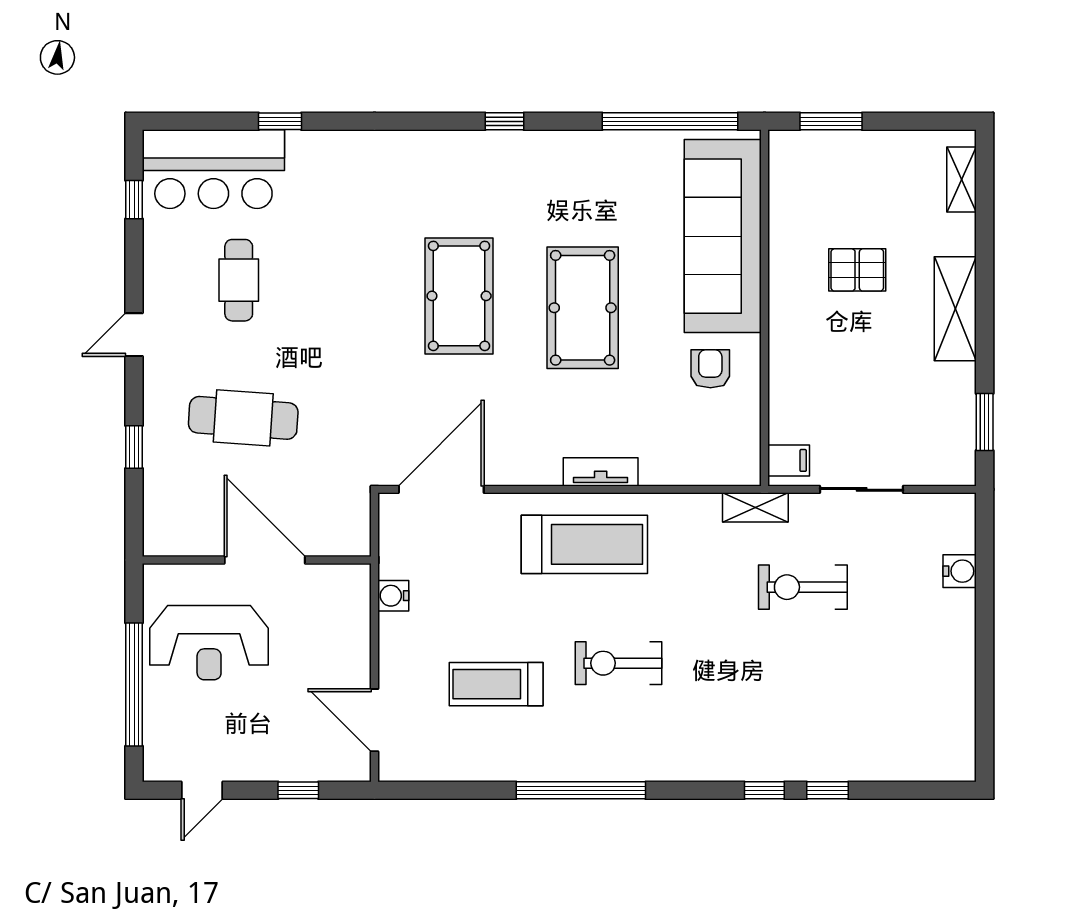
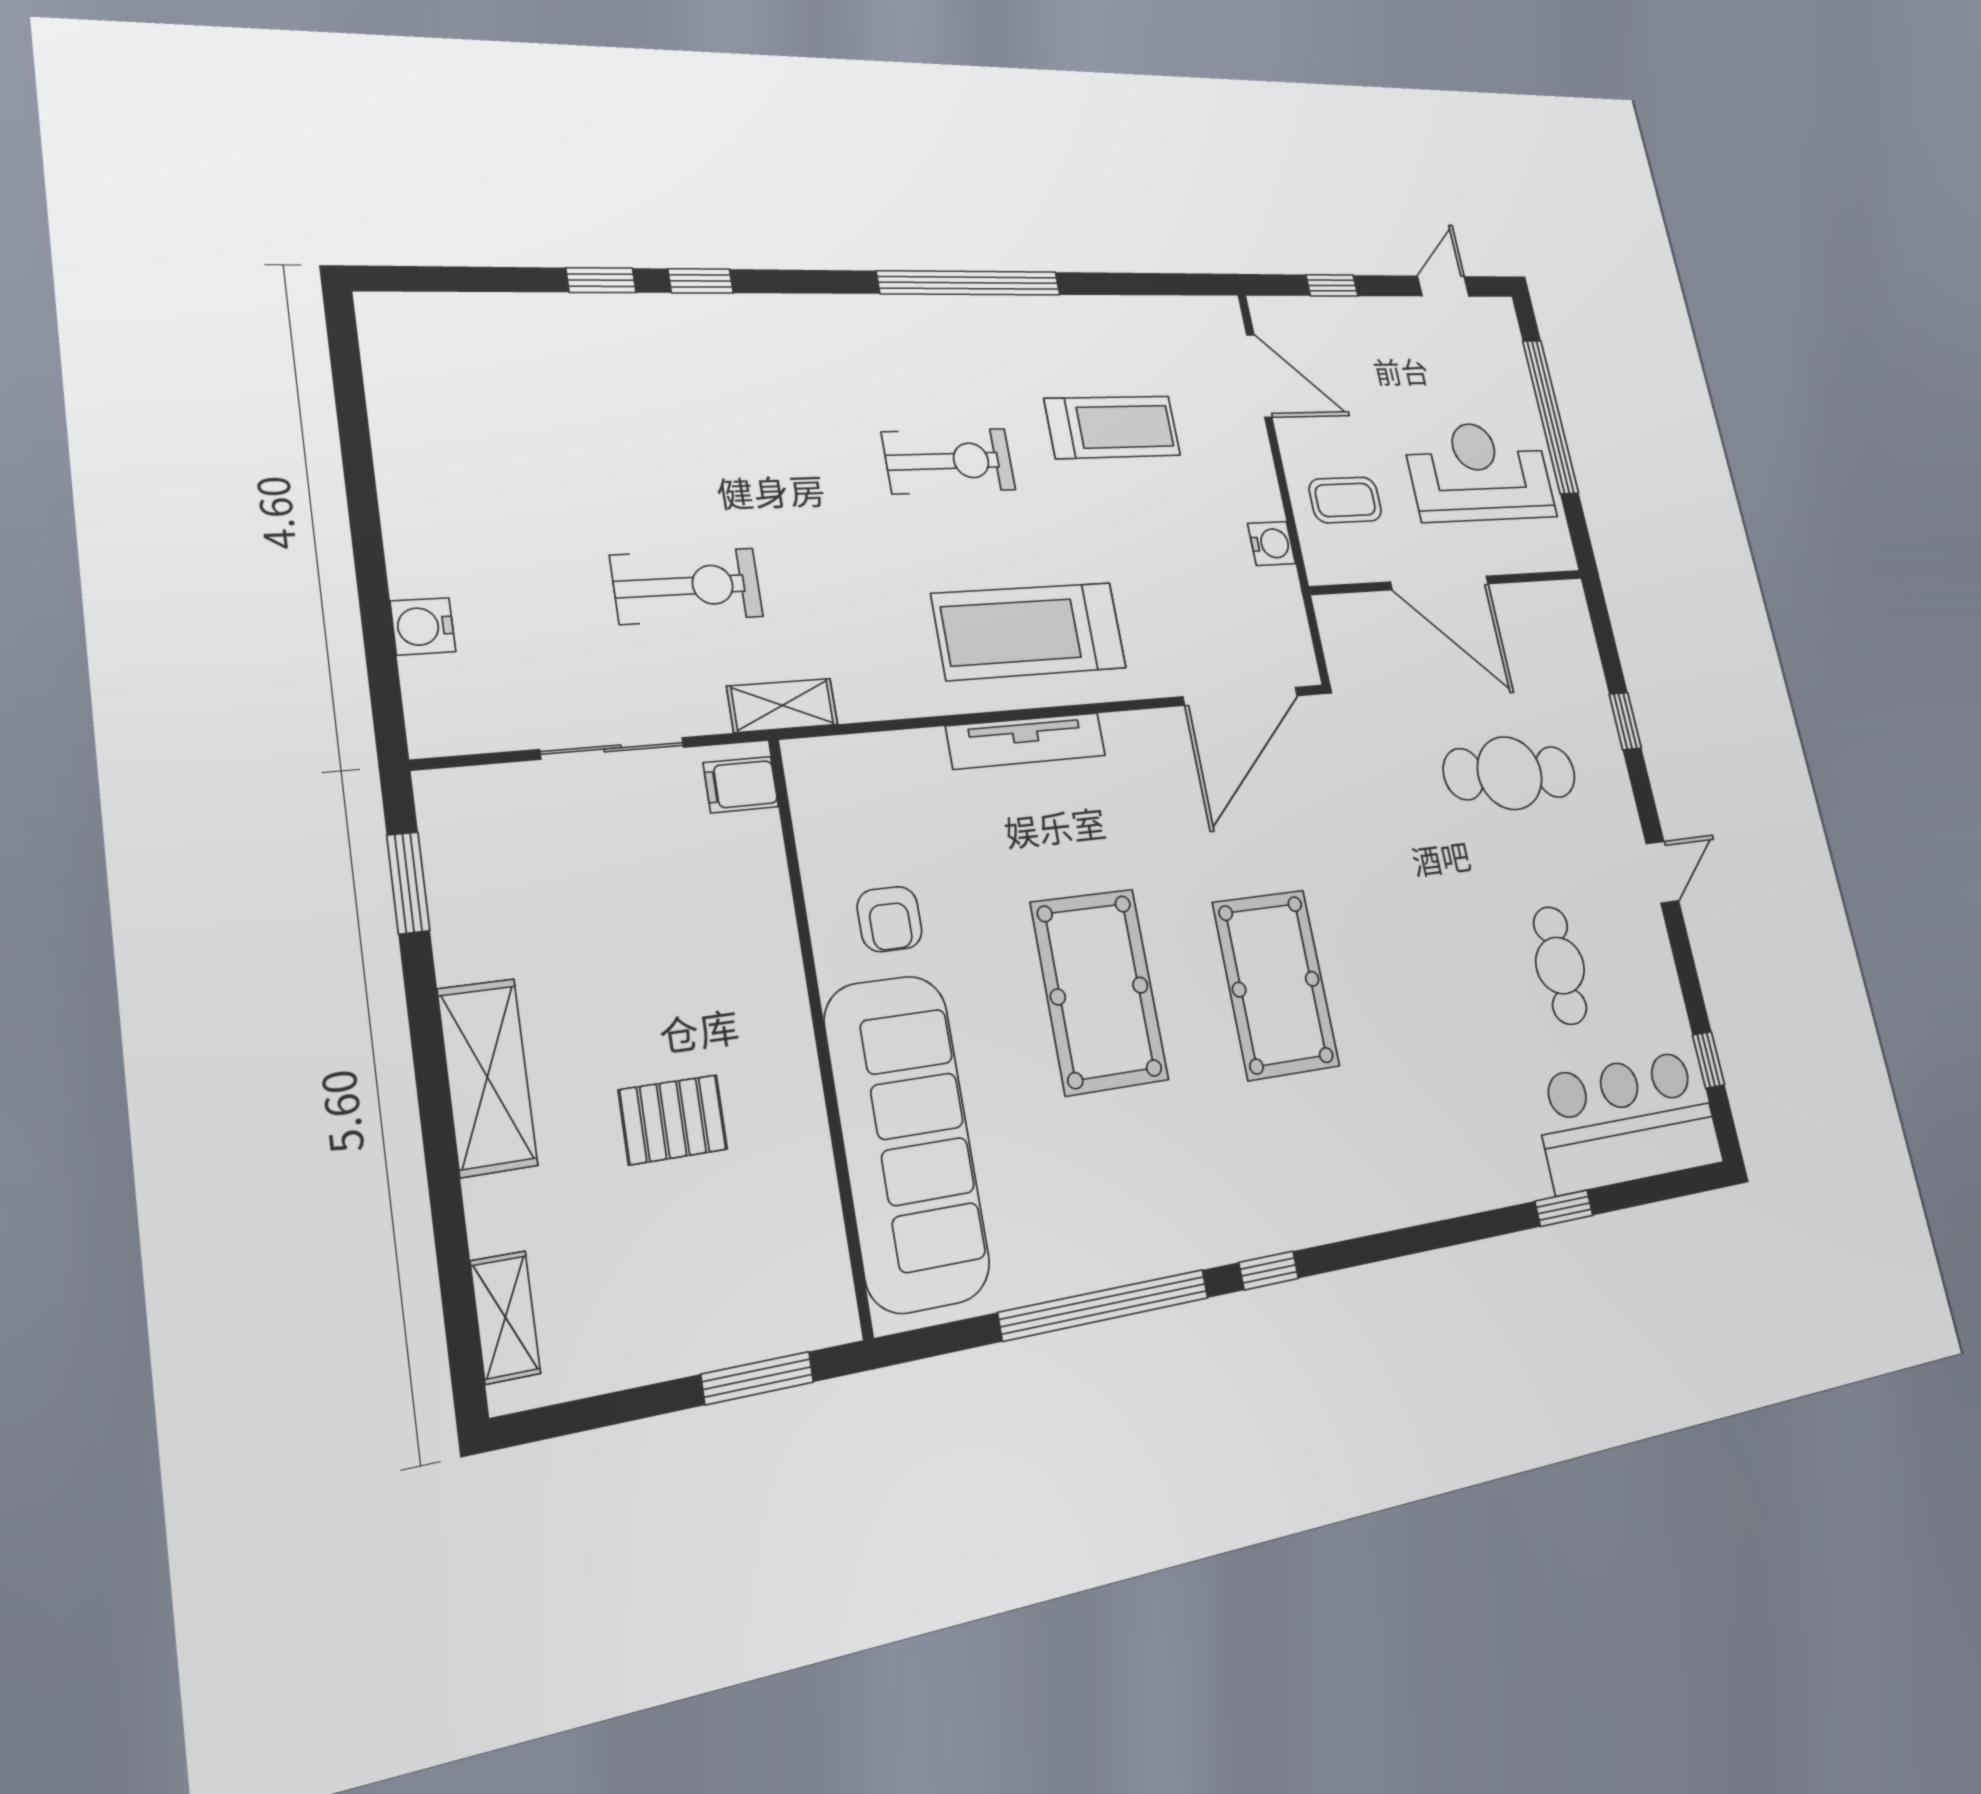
window: (670, 121) -> (1105, 1305), moved
tv unit: (601, 472) -> (1026, 741), width x1.41
coffee table: (327, 625) -> (1345, 500), added

